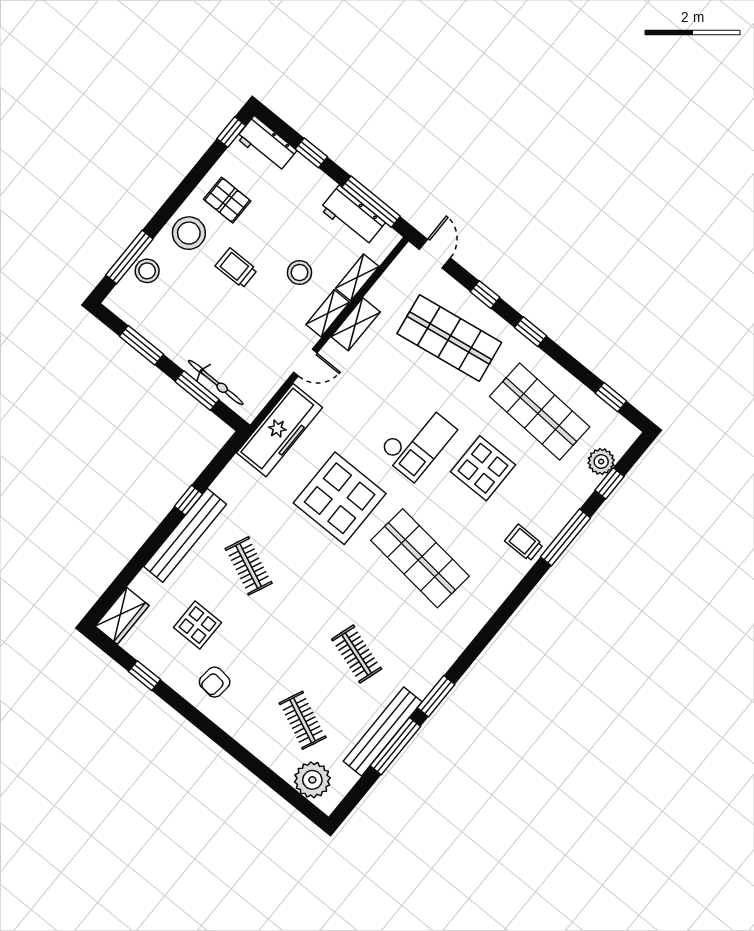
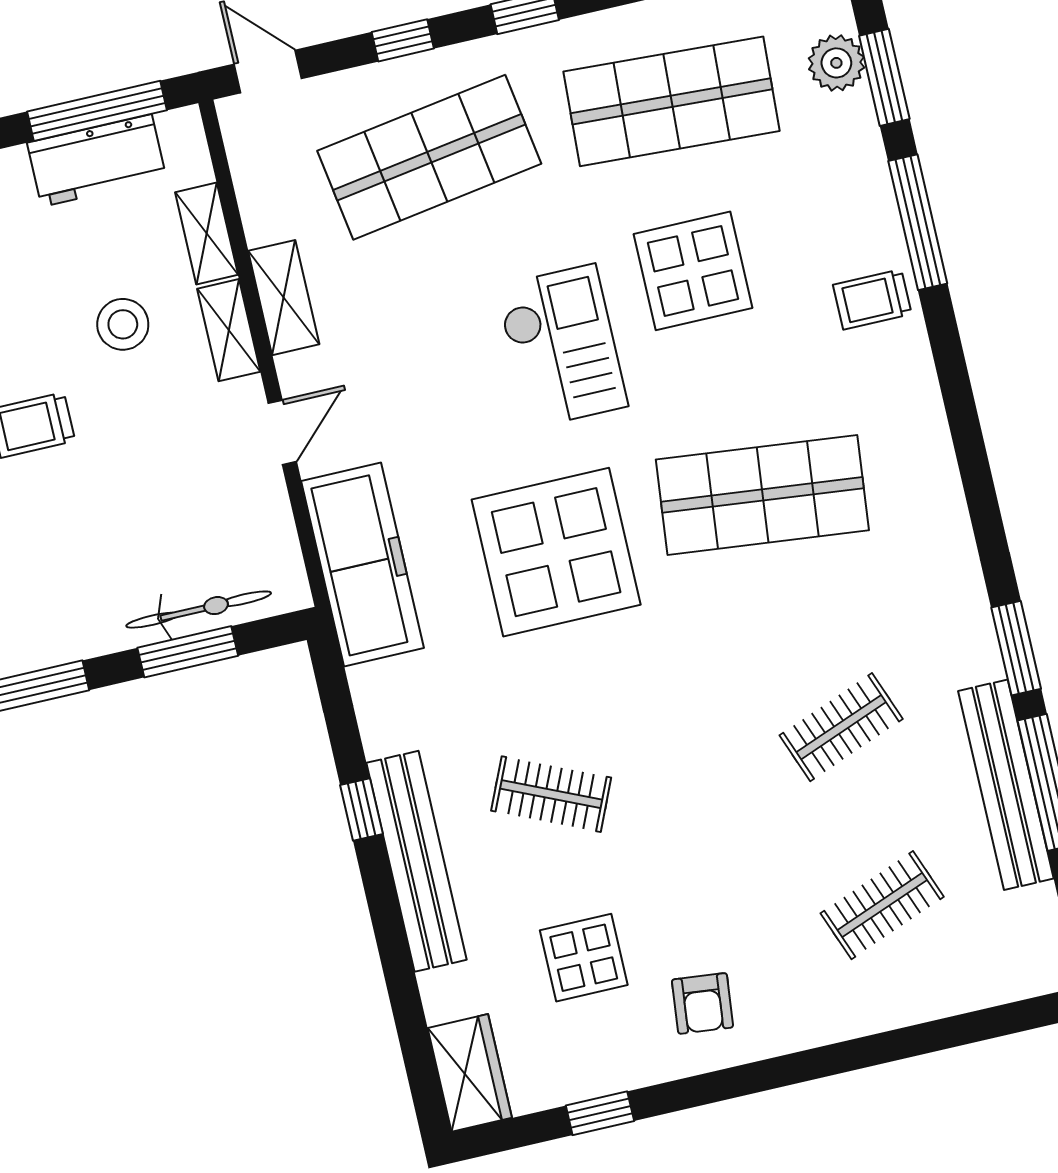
window: (610, 483) -> (884, 77), width x1.50
clothes rail: (357, 654) -> (841, 727), turned -39
clothes rail: (303, 720) -> (882, 905), turned -45
plant: (312, 780) -> (995, 967), removed

